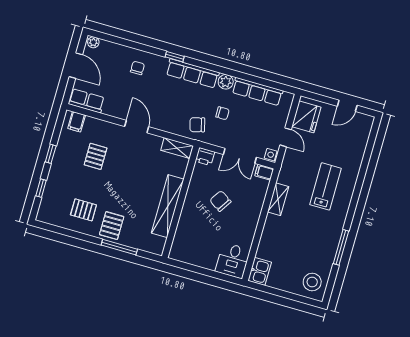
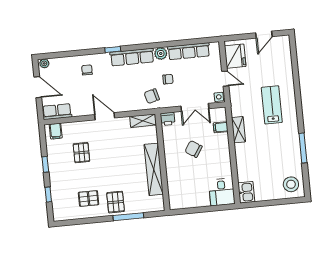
filing cabinet: (264, 172) -> (221, 127), moved

